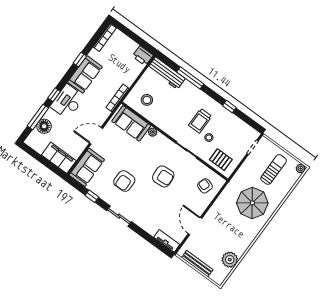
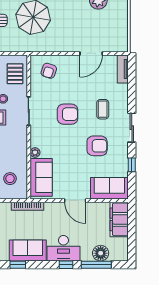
armchair: (163, 176) -> (68, 114), turned 94
coffee table: (148, 205) -> (103, 109), added
bench: (197, 264) -> (123, 27), removed

